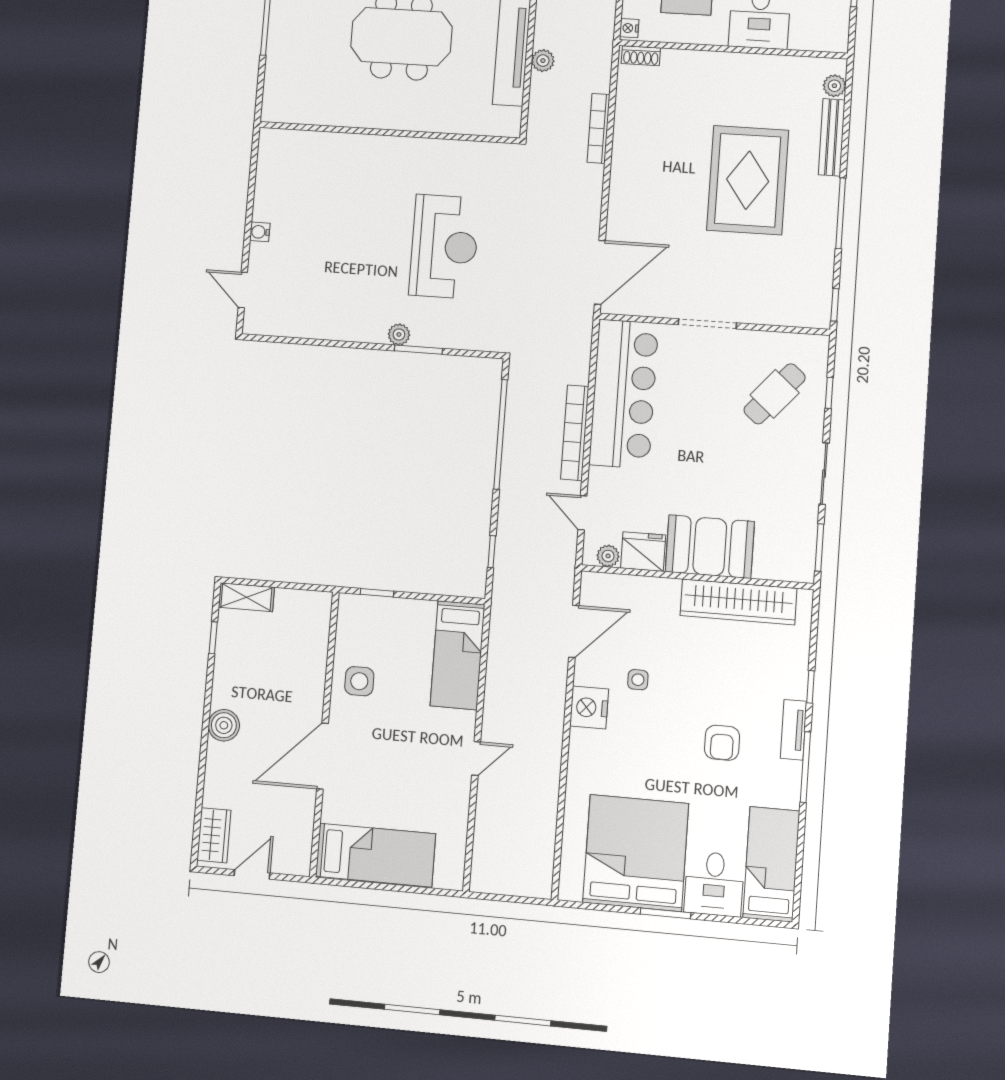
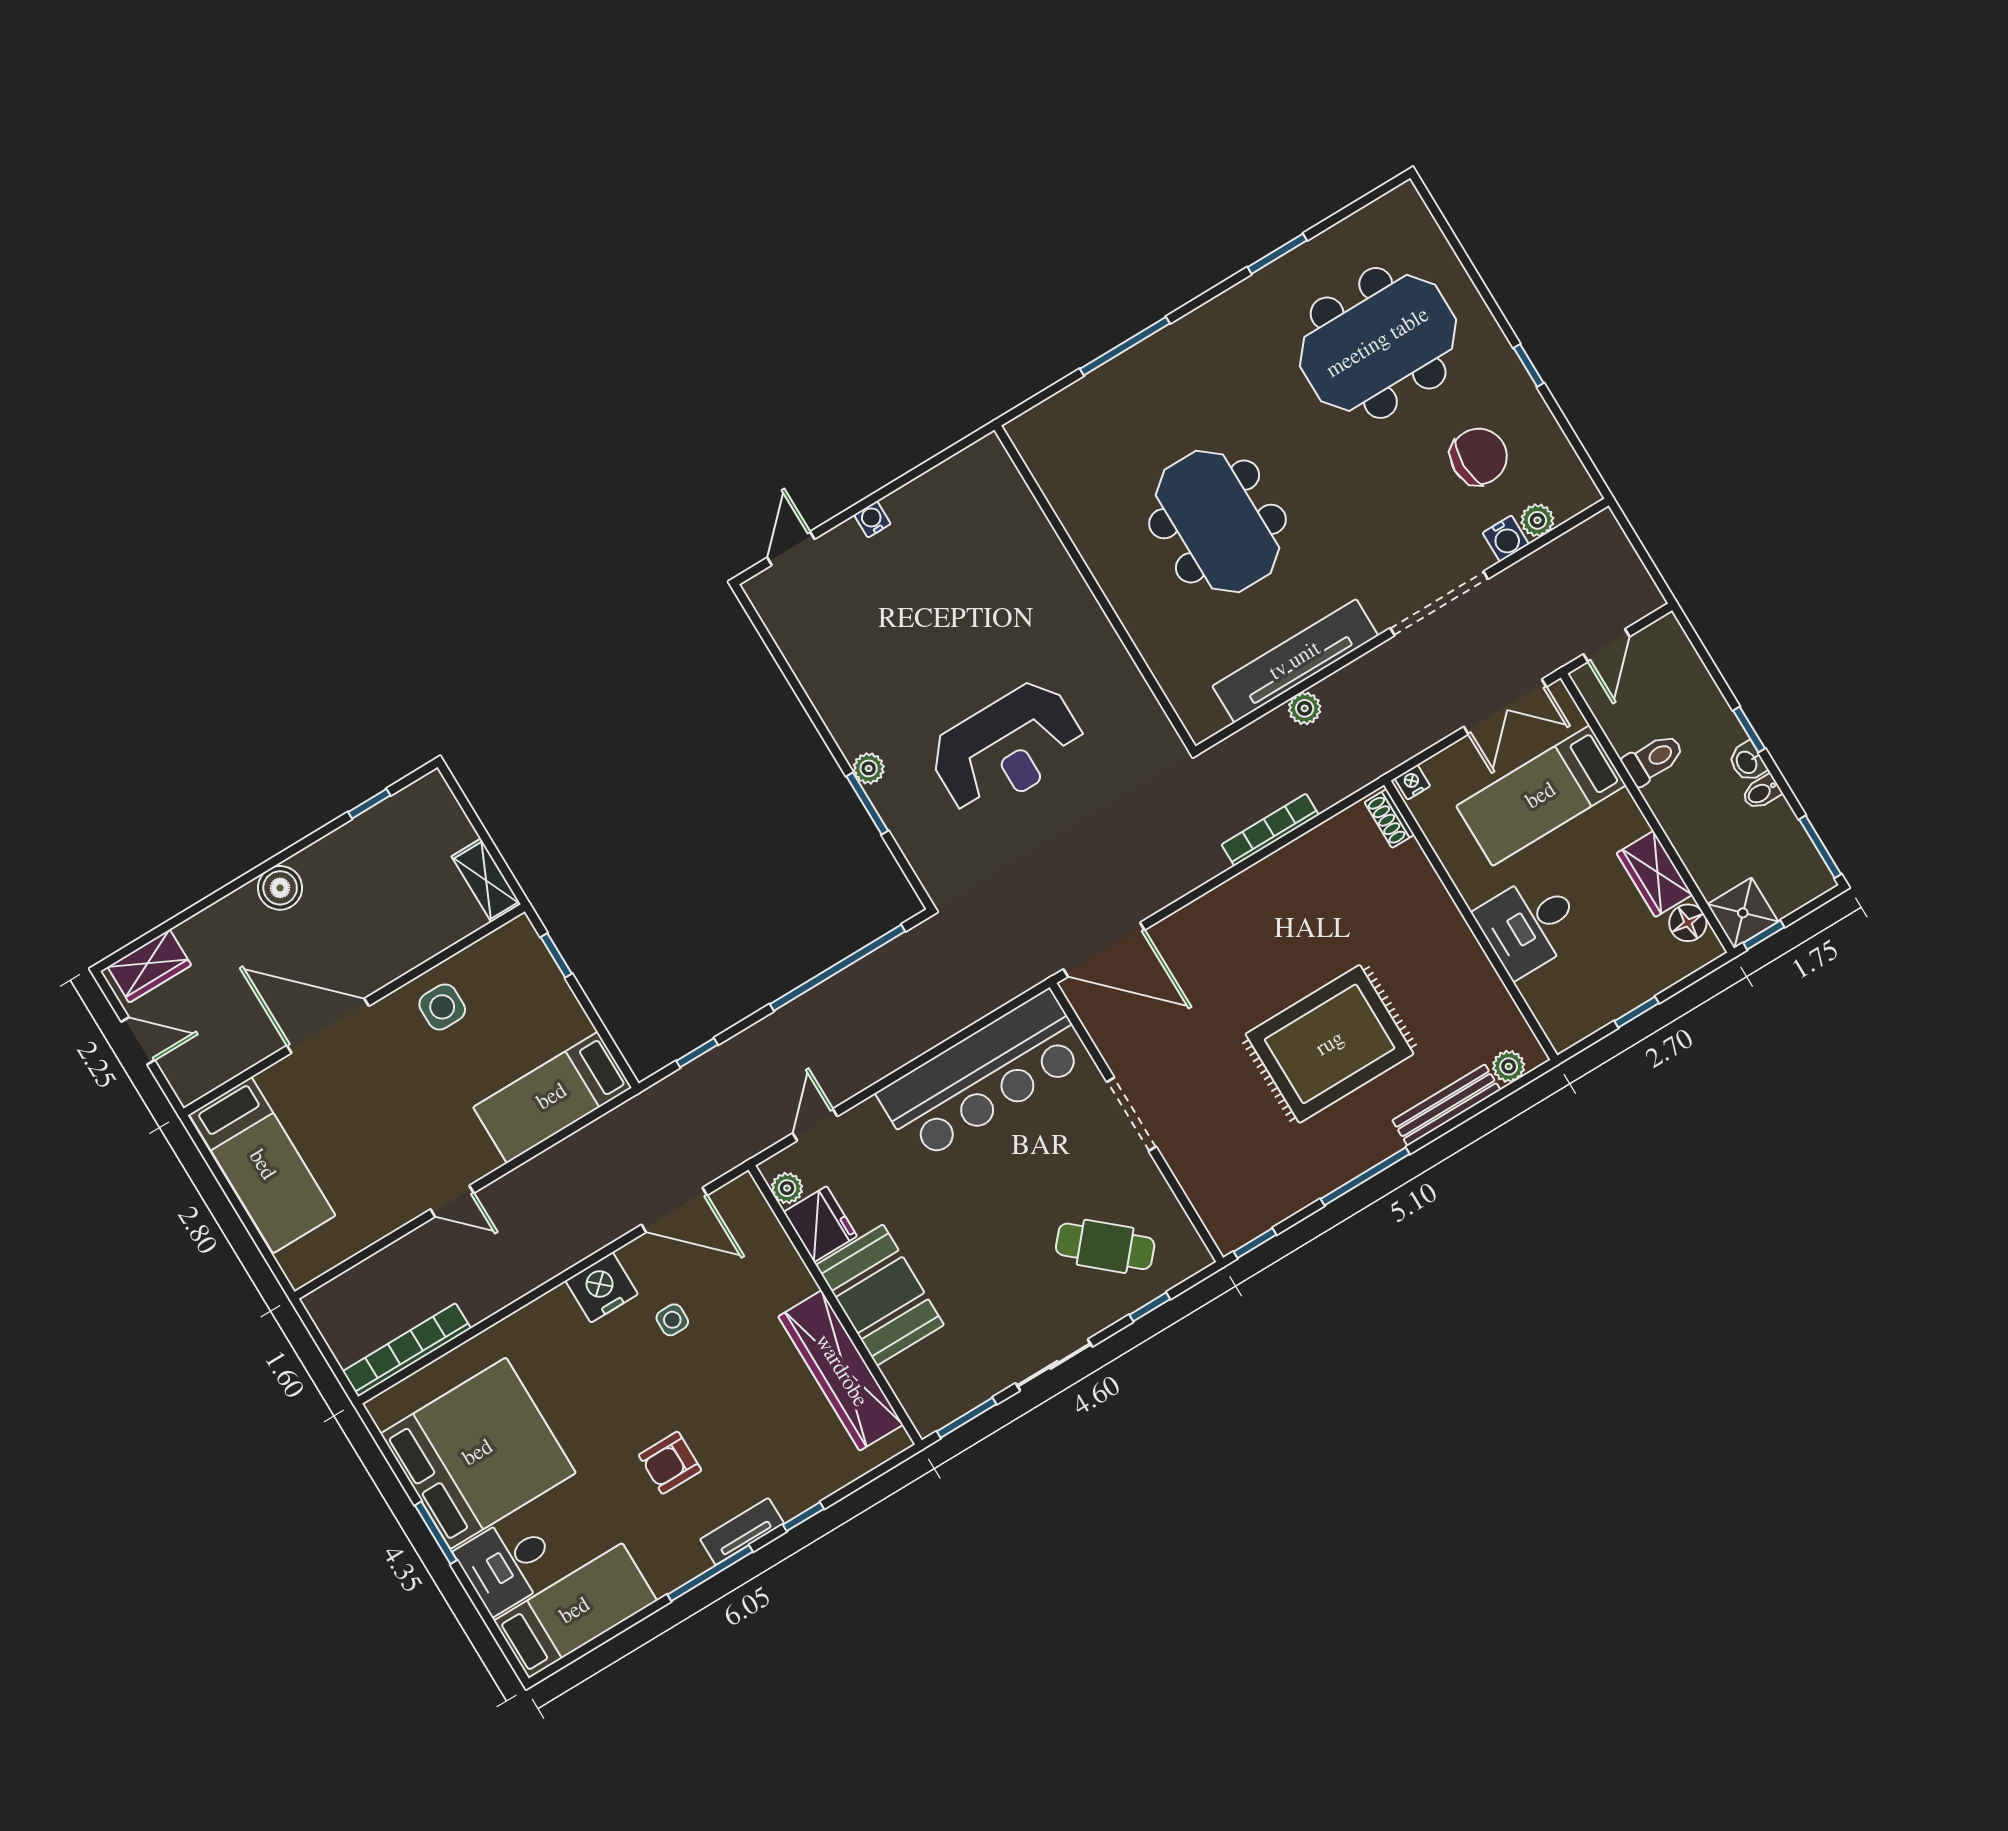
bookcase: (575, 433) -> (407, 1350), moved
shelving: (246, 597) -> (486, 880), moved

